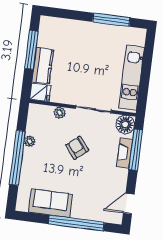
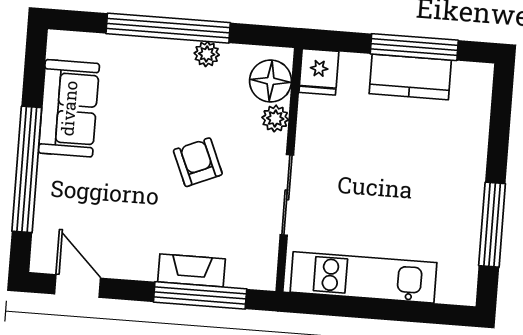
kitchen counter: (43, 66) -> (410, 77), moved
floor lamp: (125, 125) -> (271, 81), moved
armchair: (77, 148) -> (198, 162), turned -74

